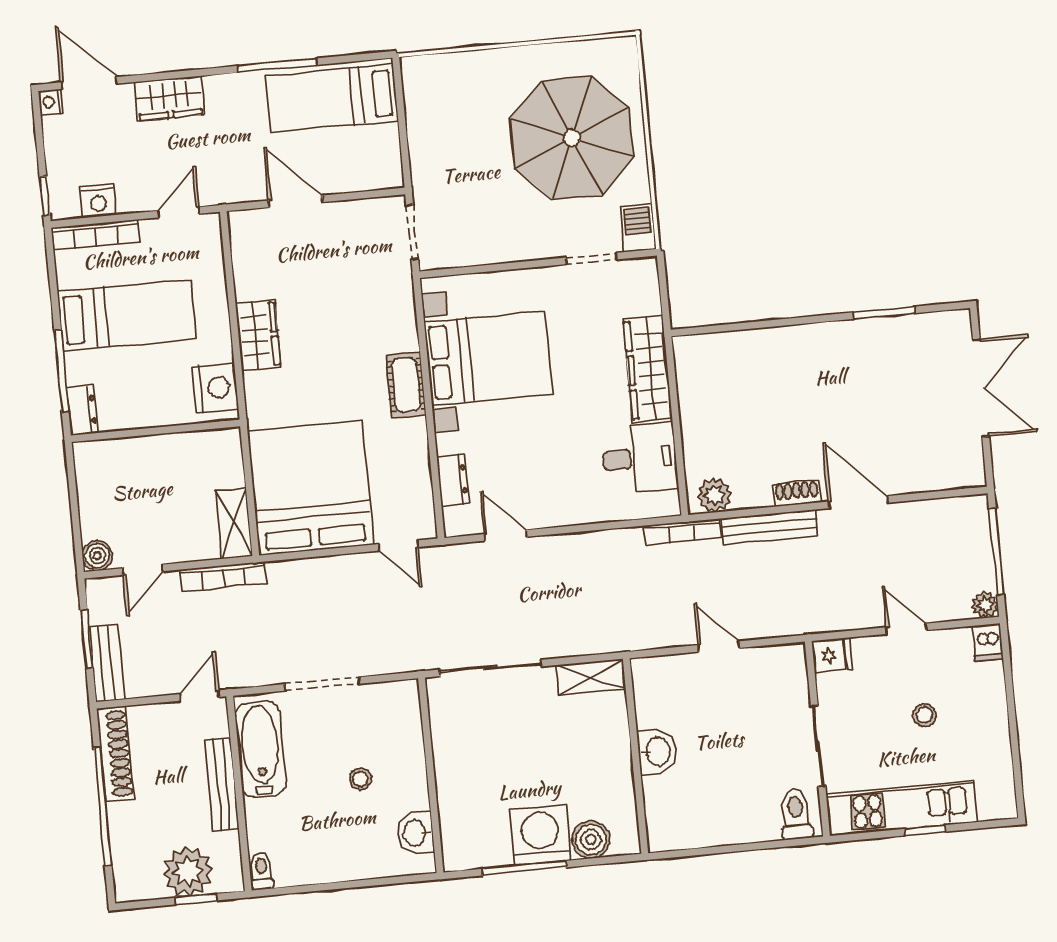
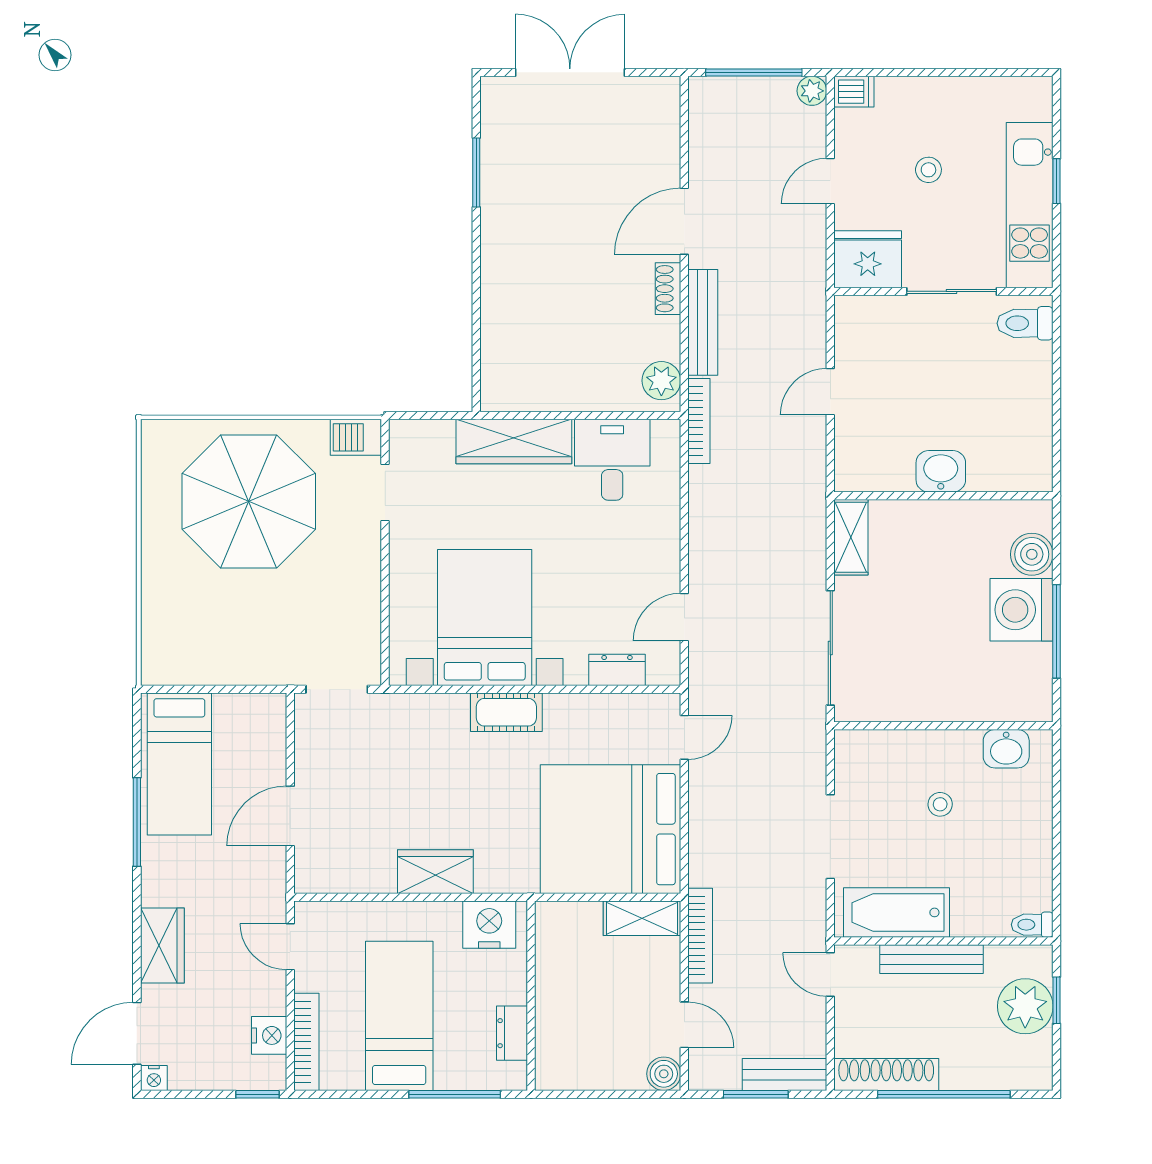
dresser: (82, 410) -> (512, 1033), moved, turned -90
fridge: (832, 655) -> (868, 259), width x1.88, depth x1.34

